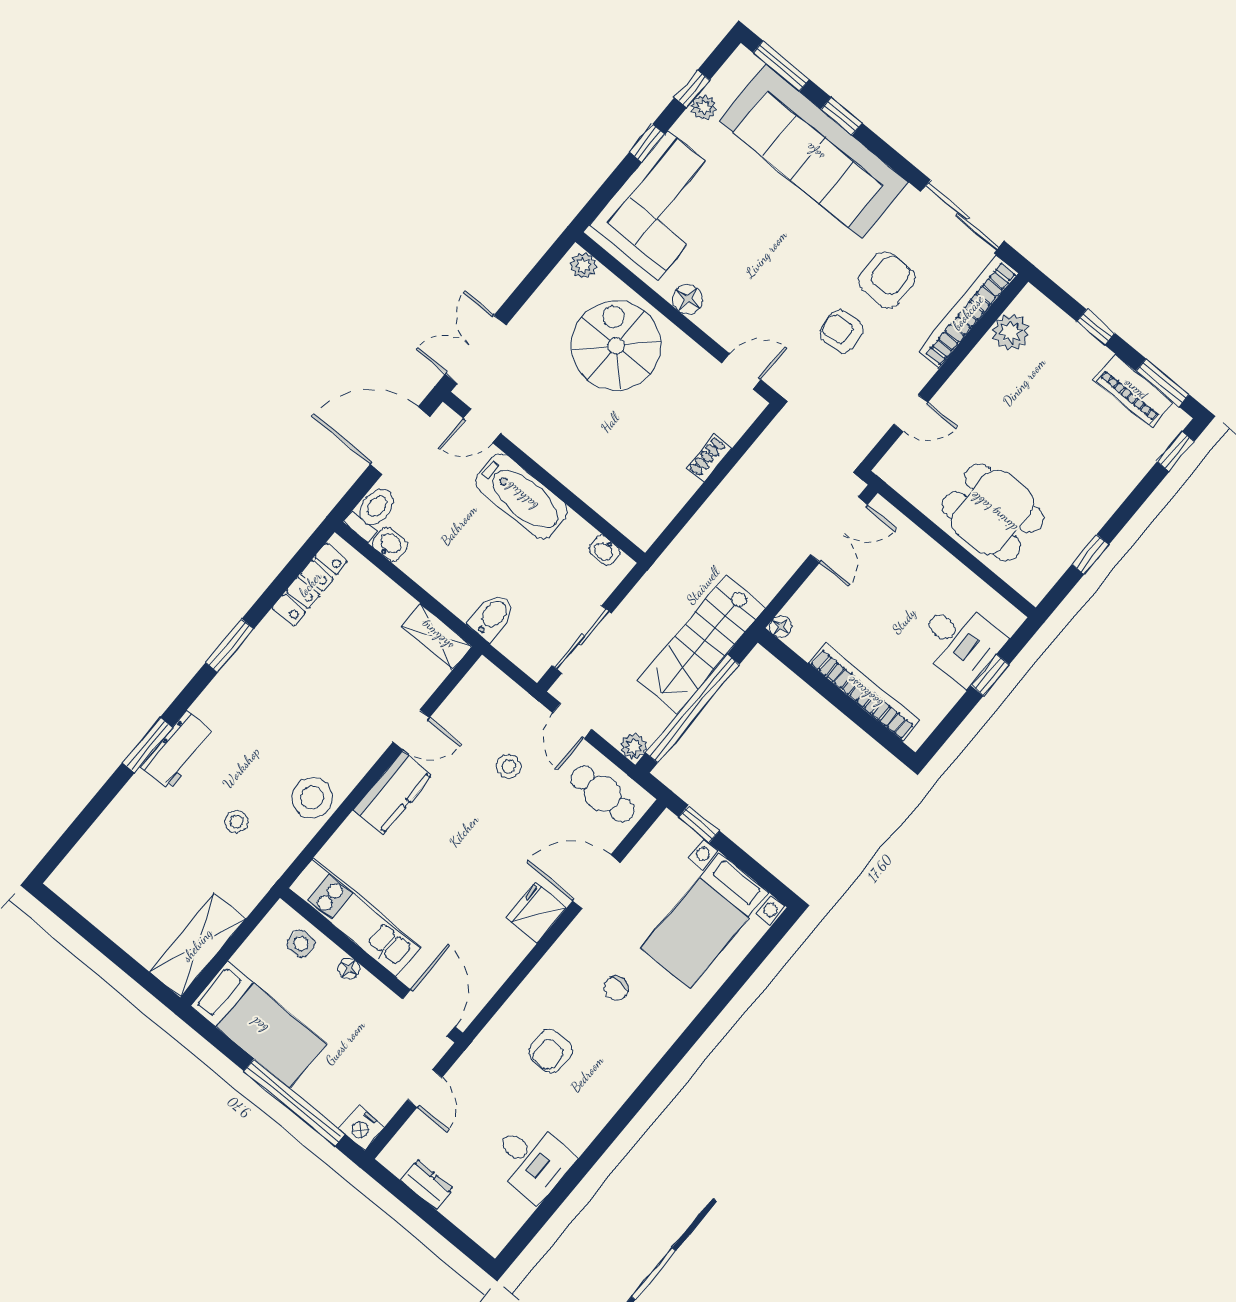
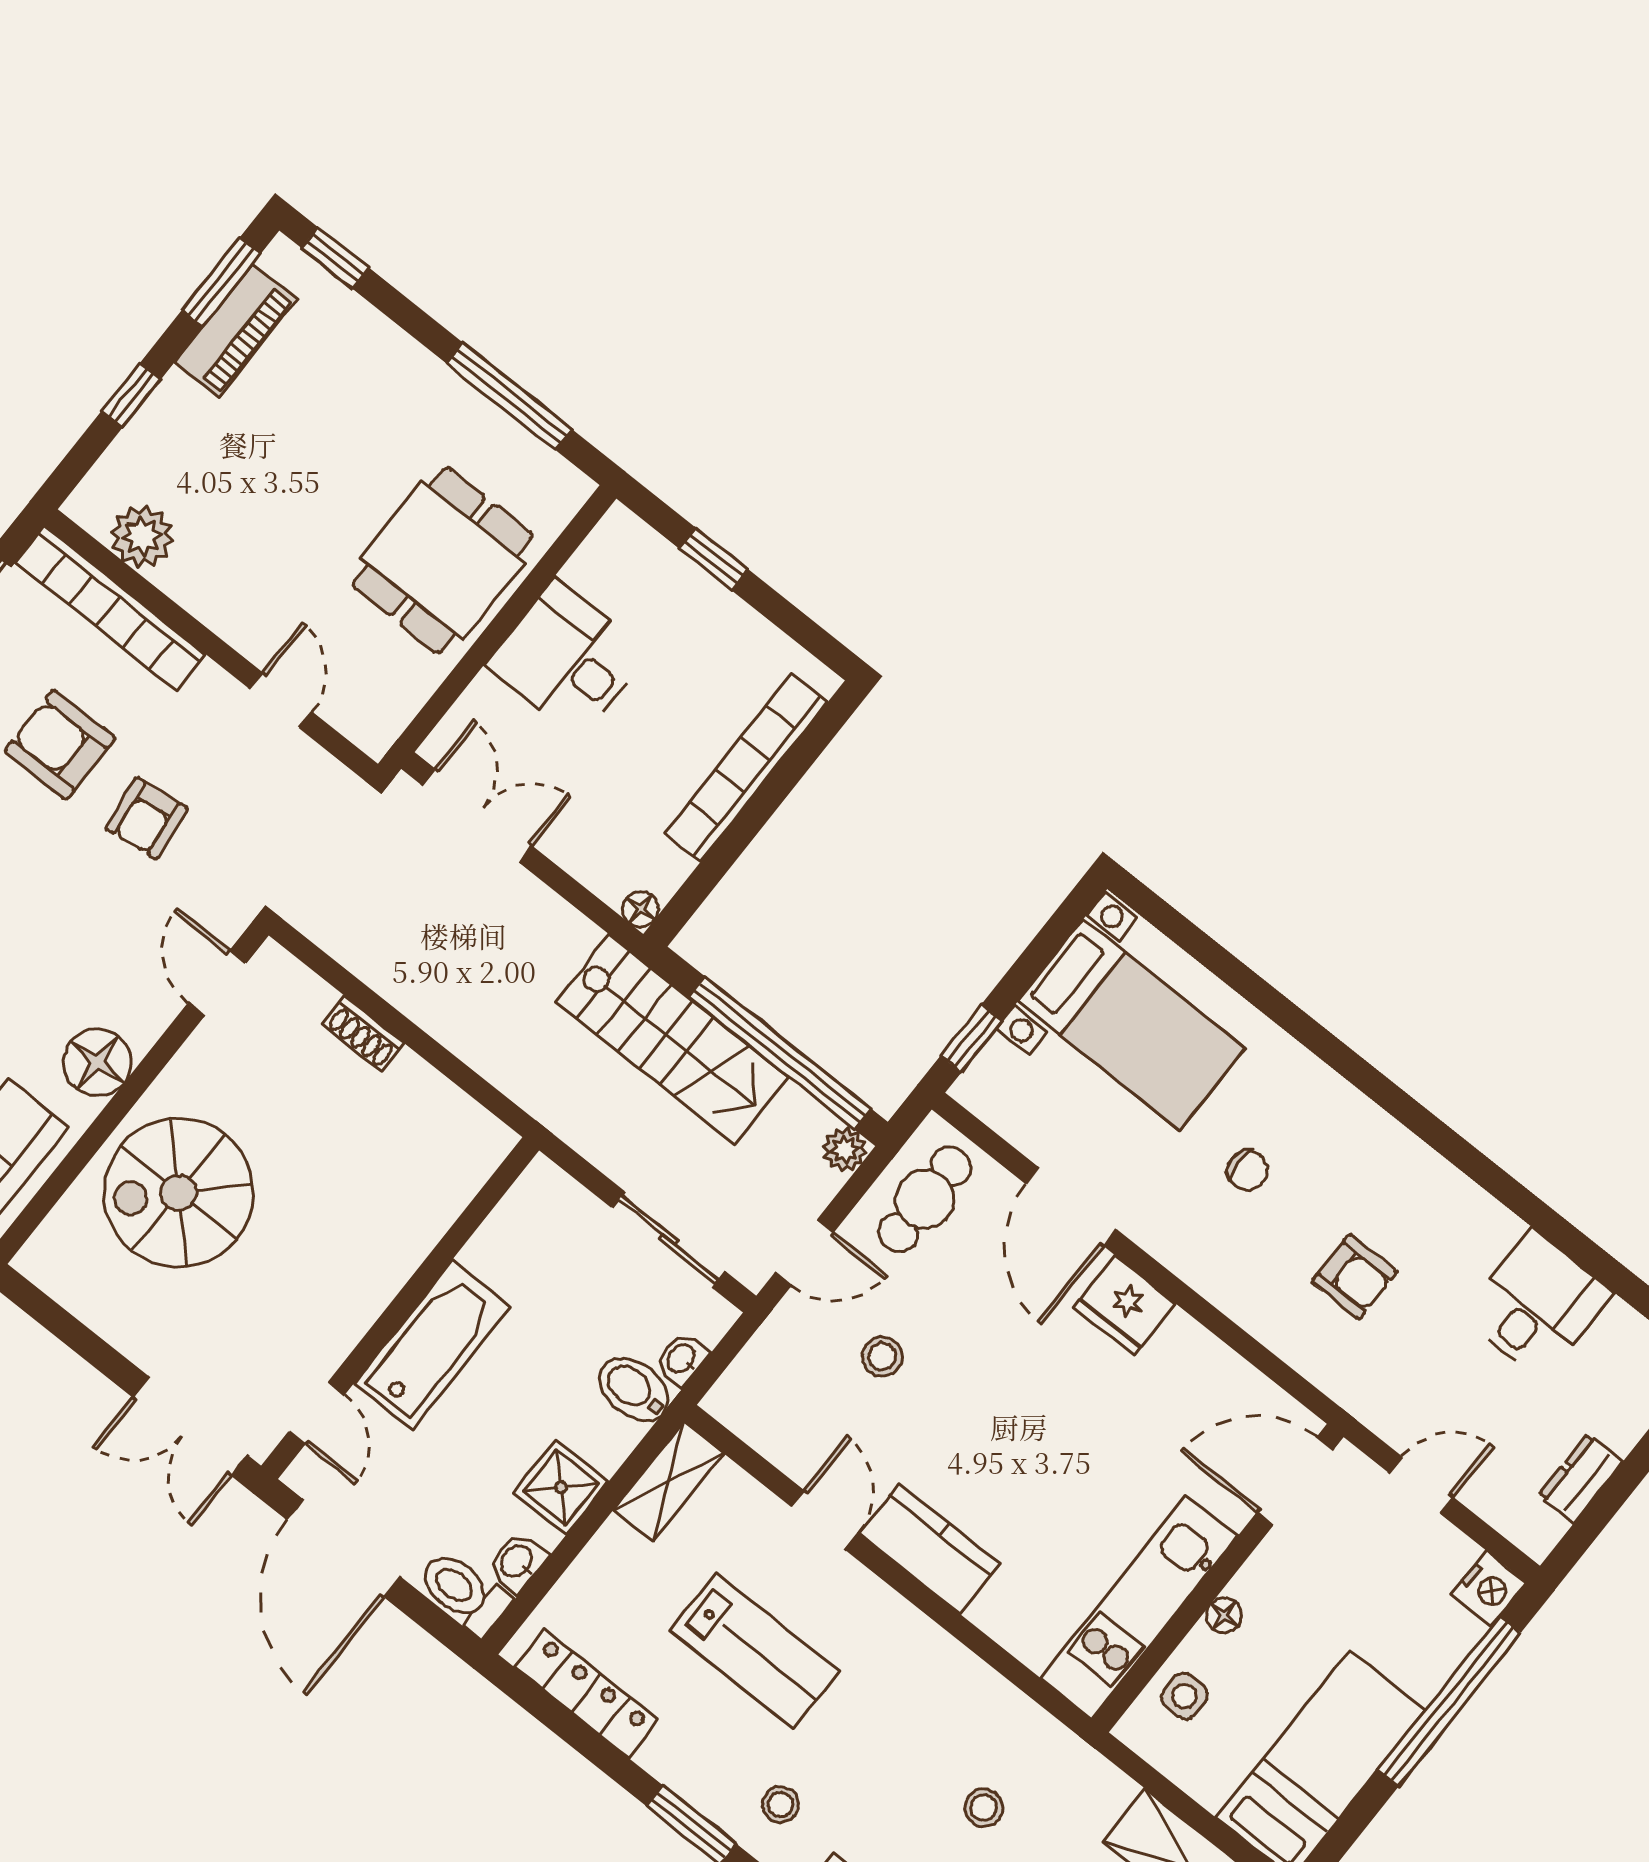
plant: (583, 265) -> (46, 1250), removed
floor lamp: (688, 299) -> (97, 1062), width x1.38, depth x1.38
washbasin: (604, 550) -> (682, 1359), moved, turned 180
window: (1090, 554) -> (509, 396), width x2.17
shower: (434, 572) -> (561, 1487), added
desk: (960, 642) -> (567, 659), moved, turned -90
lab bench: (333, 686) -> (755, 1651), added
stool: (312, 798) -> (780, 1805), moved, width x0.53, depth x0.53

